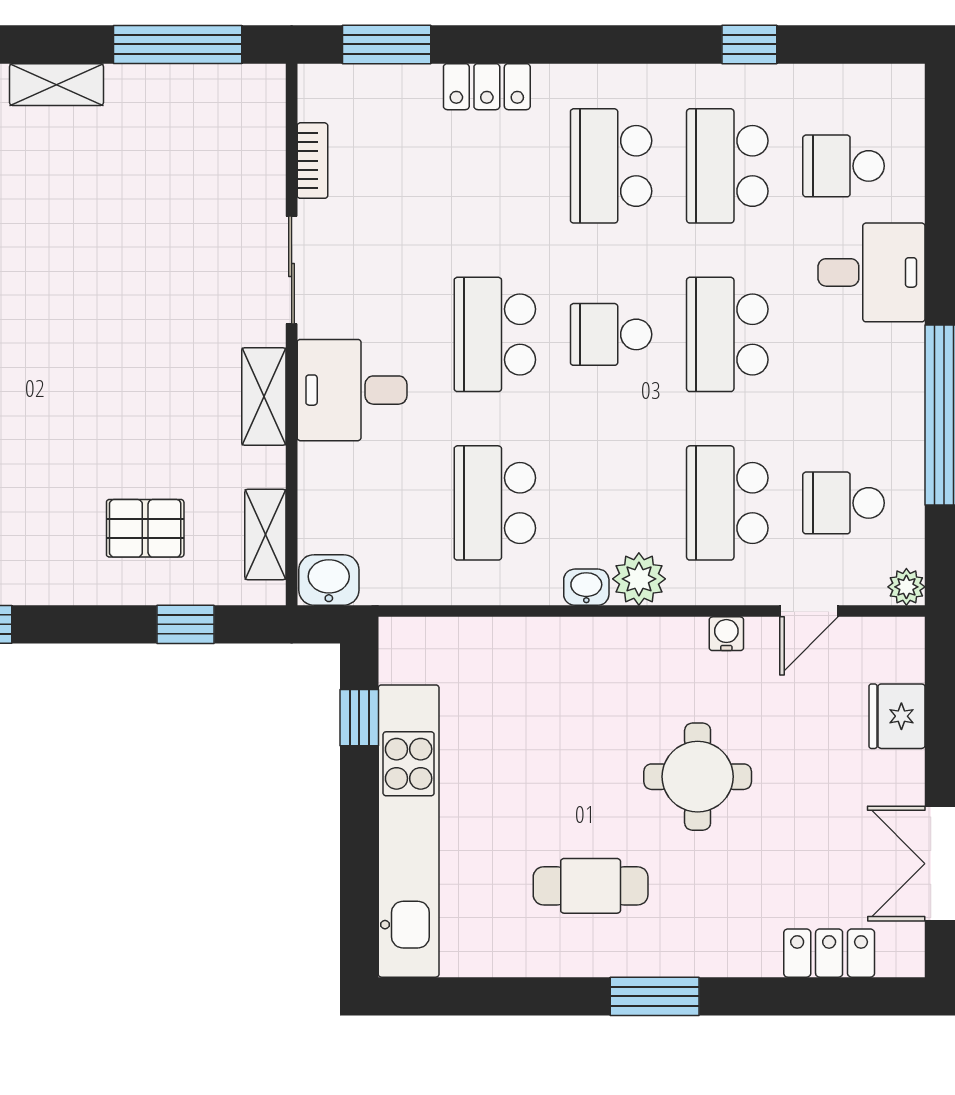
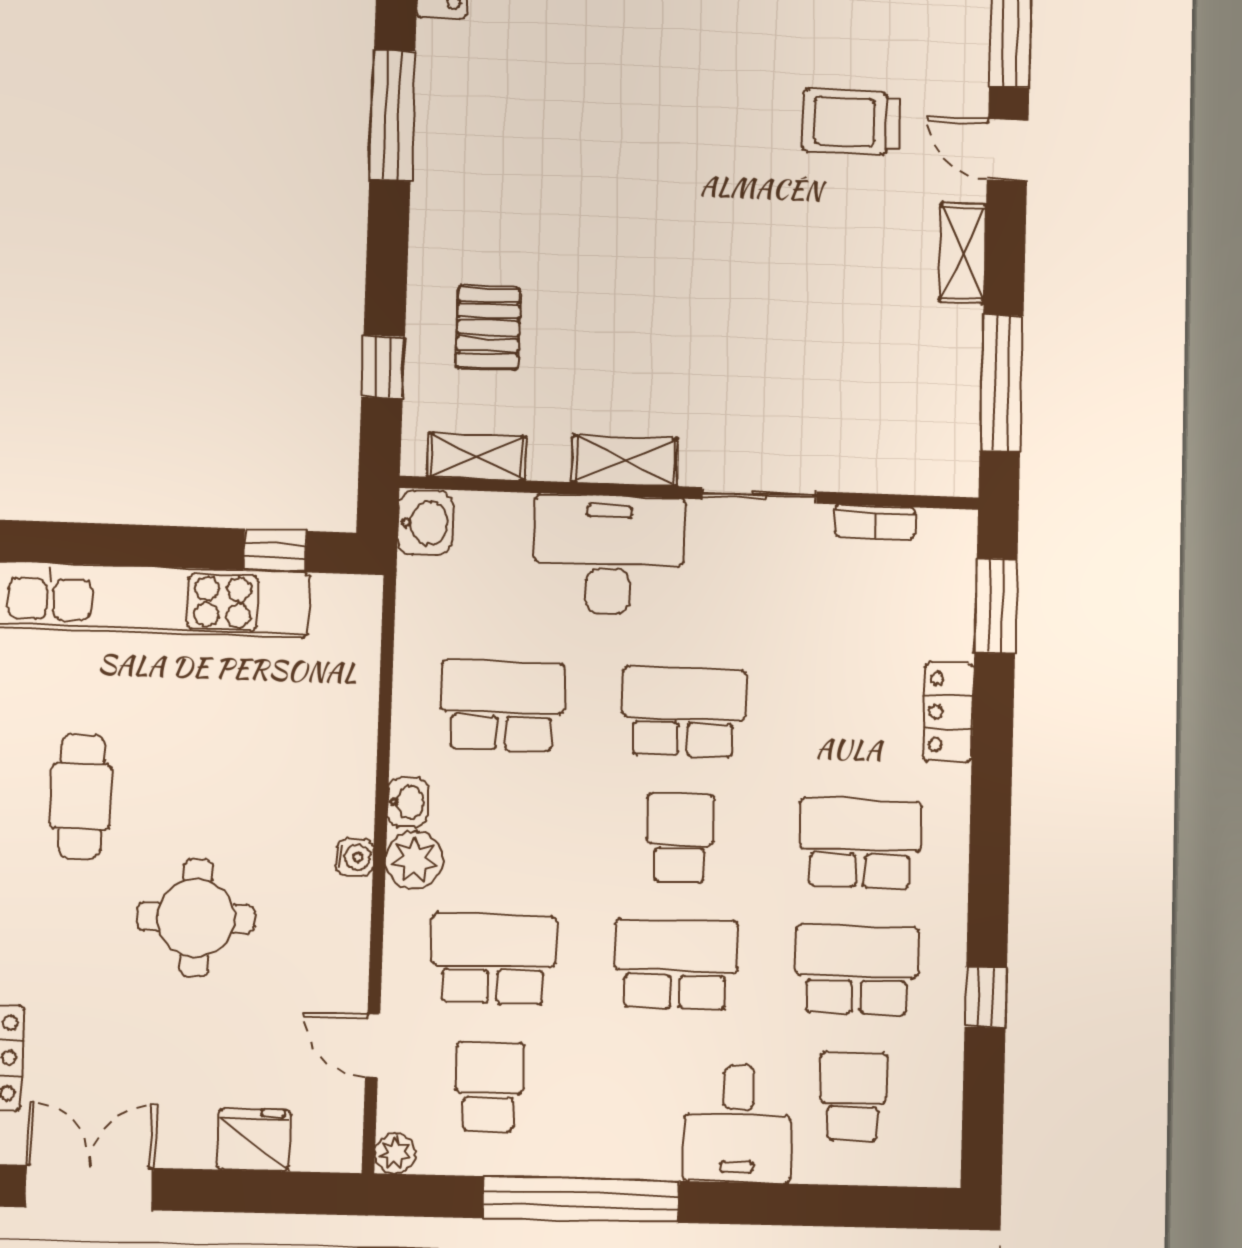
desk: (352, 390) -> (609, 555), width x1.37
water cooler: (726, 634) -> (355, 857), moved

